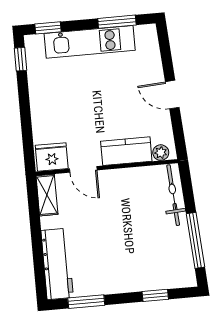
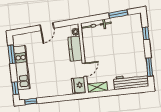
window: (195, 240) -> (118, 14), width x0.69

